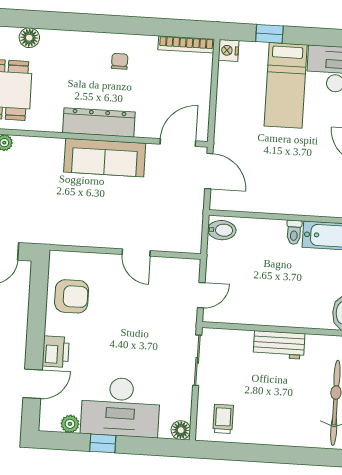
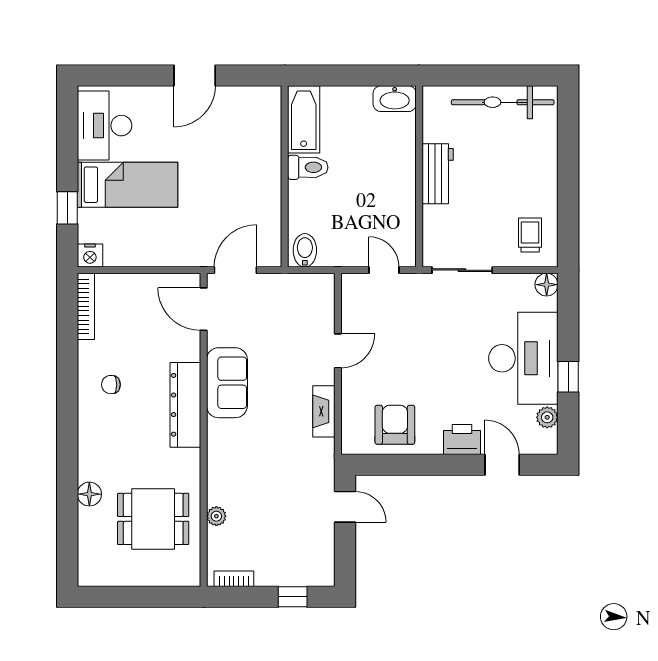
sofa: (105, 158) -> (227, 383), width x0.73
toilet: (294, 232) -> (308, 167), width x1.37, depth x1.39
fireplace: (86, 238) -> (324, 411), added
trolley: (223, 419) -> (530, 235), turned 90

